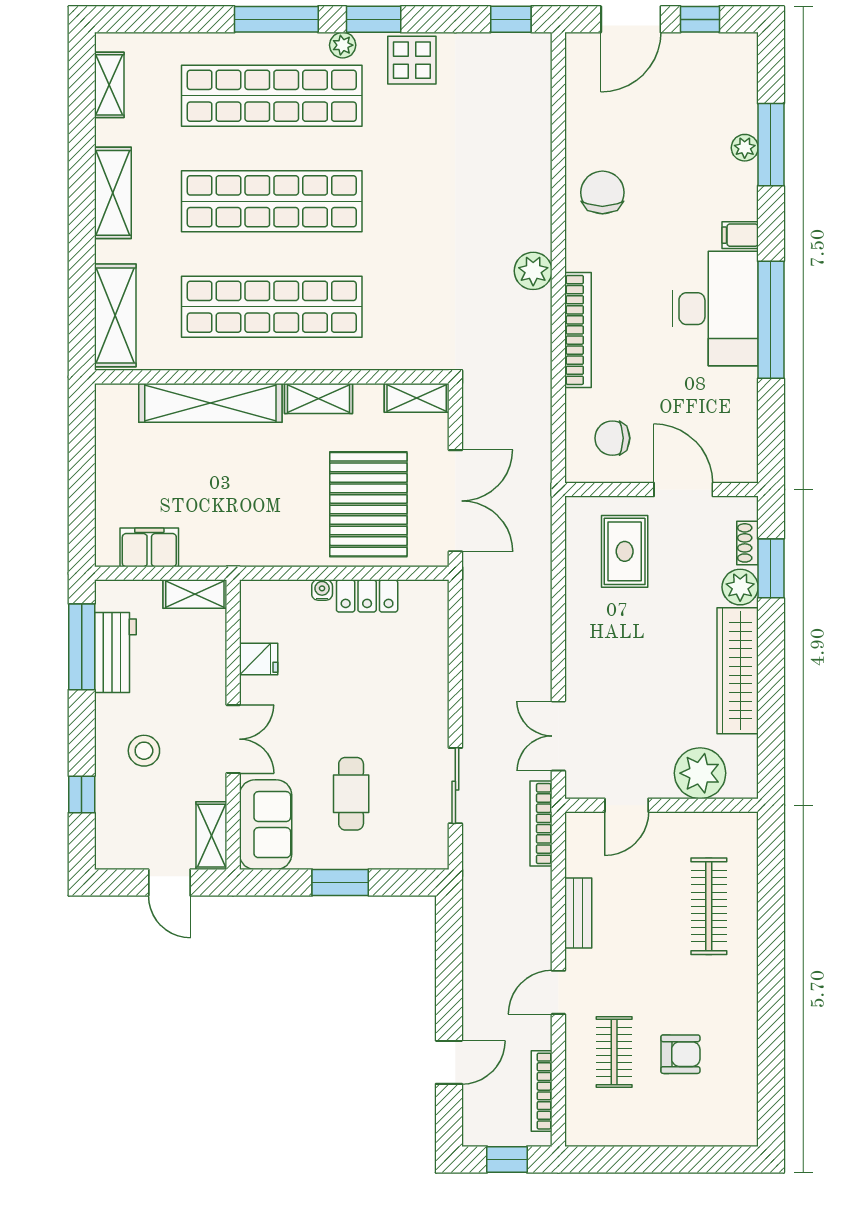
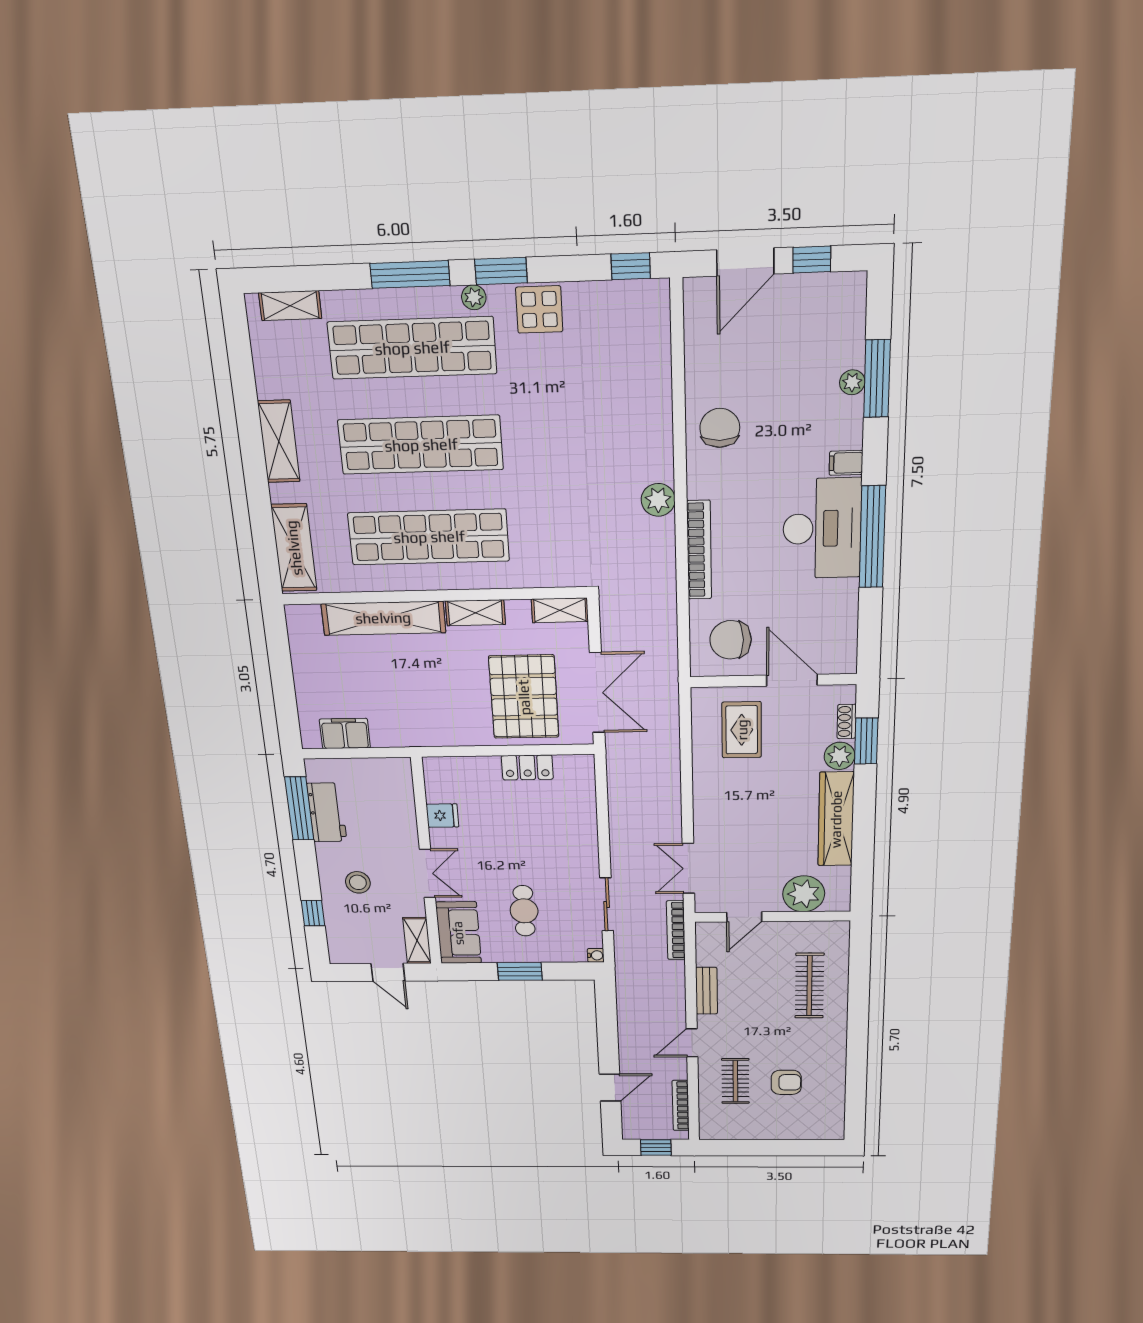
shelving: (109, 85) -> (290, 306), moved, turned 90
chair: (612, 438) -> (731, 640), width x1.37, depth x1.37
water cooler: (322, 590) -> (596, 955), moved, turned 90
shelving: (195, 594) -> (386, 768), removed

